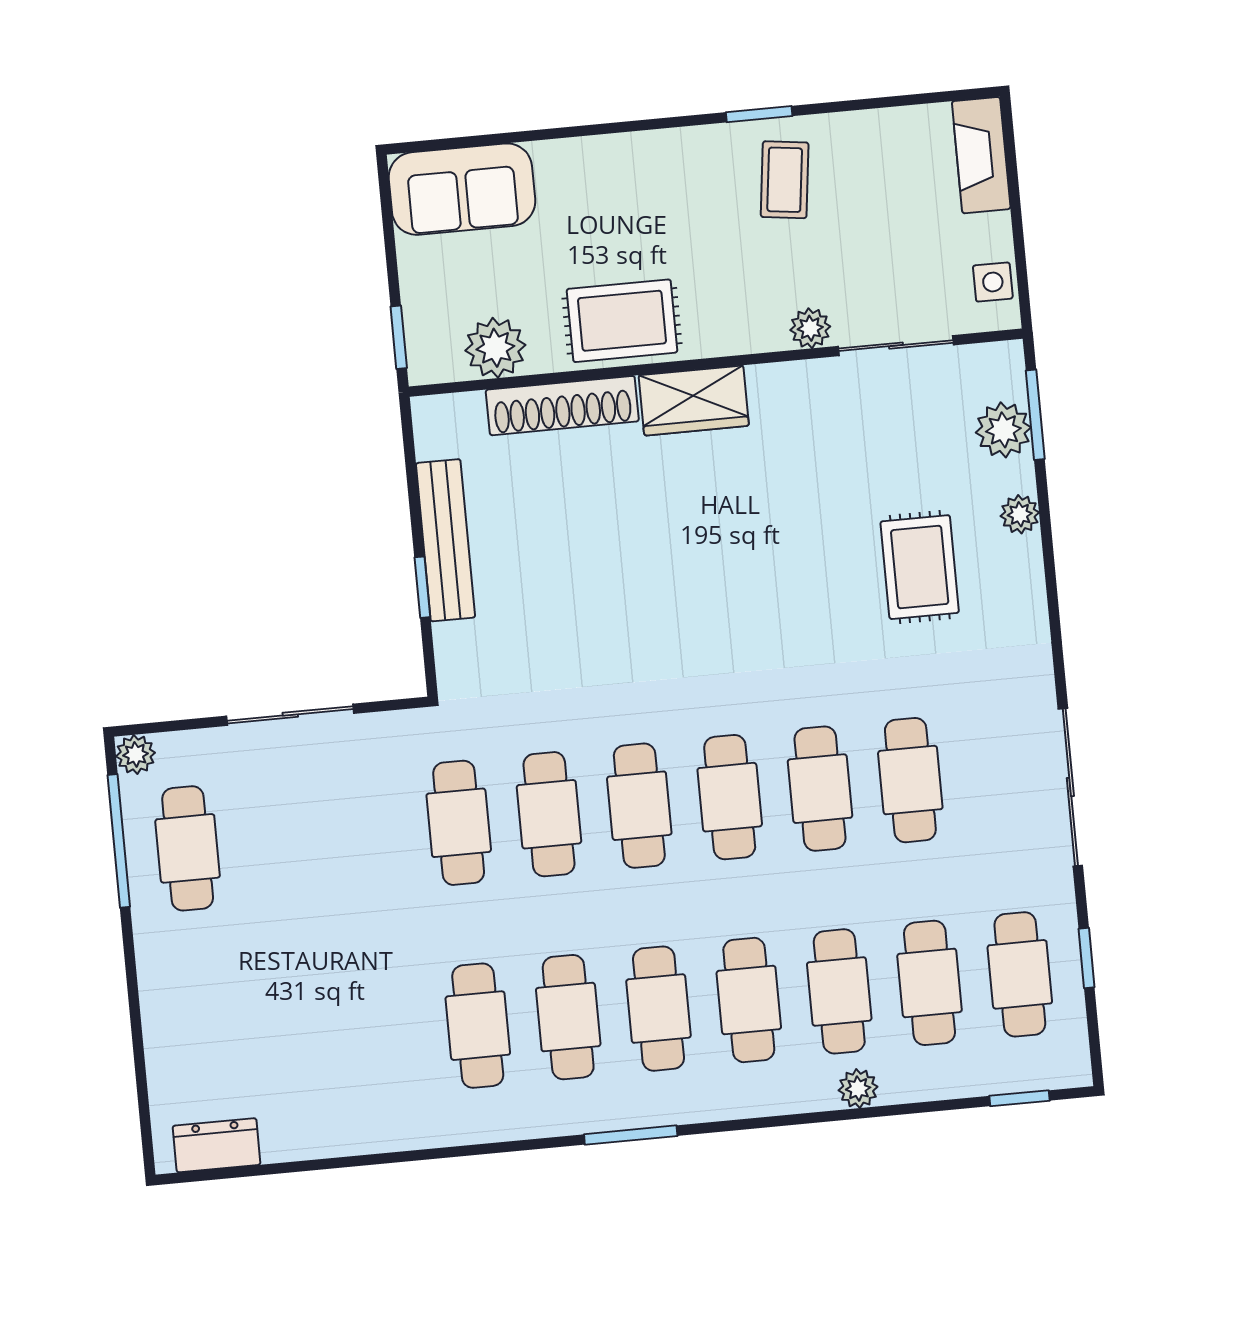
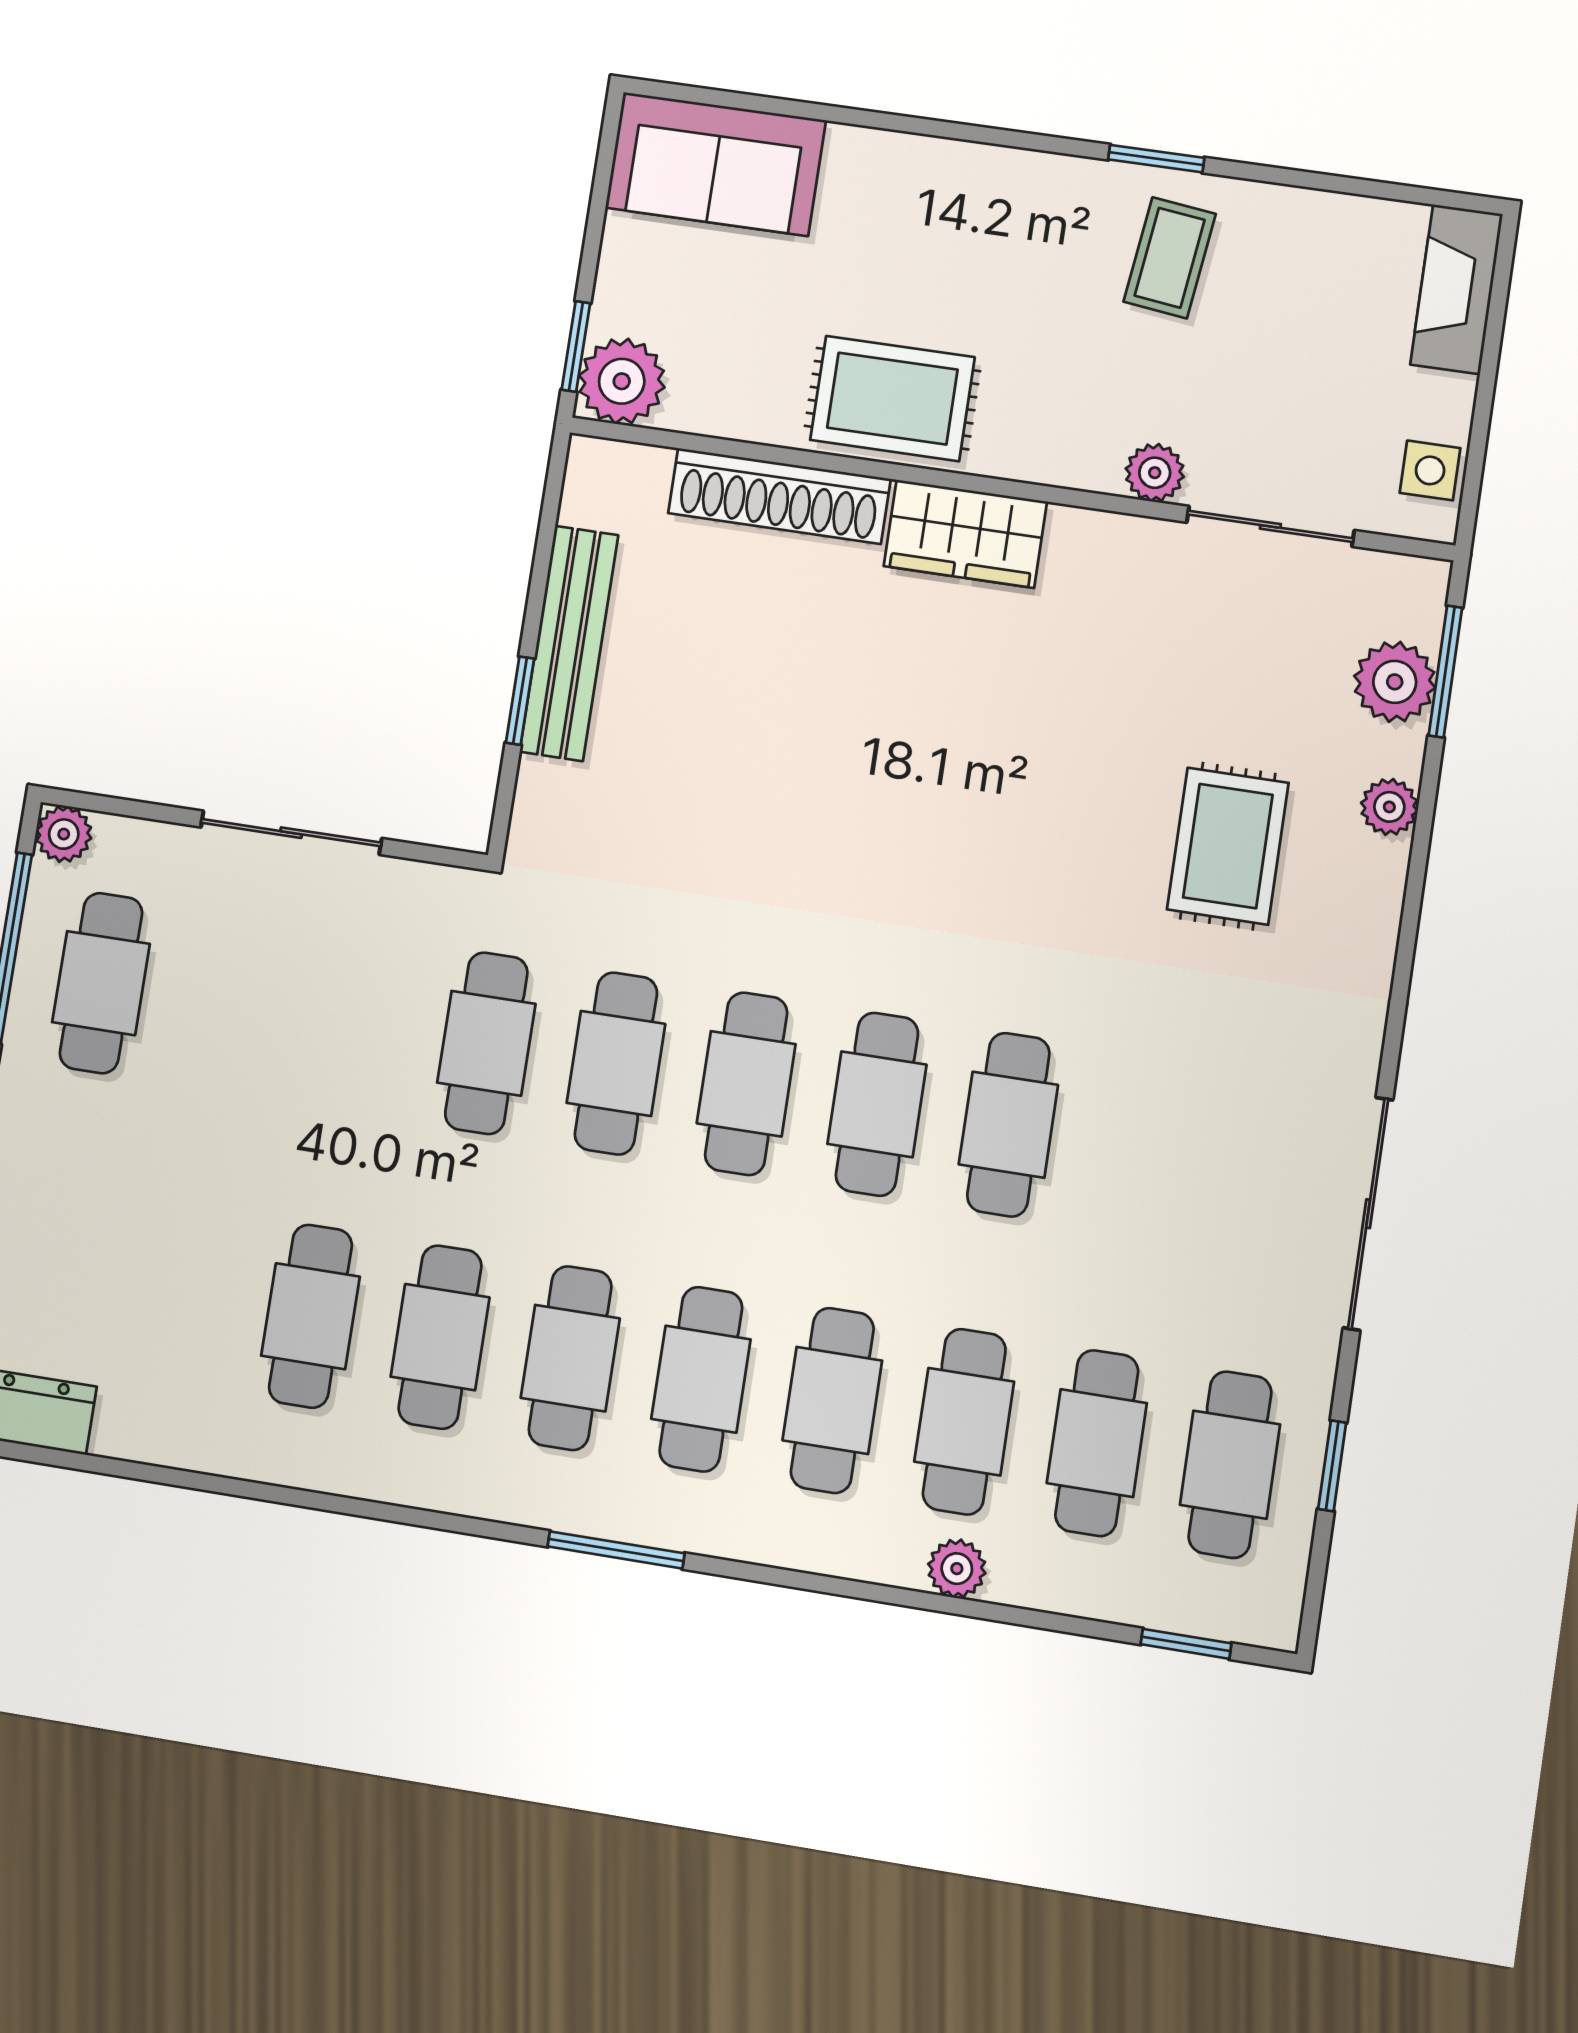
plant: (495, 348) -> (622, 381), moved
cafe table: (910, 780) -> (311, 1316), moved

